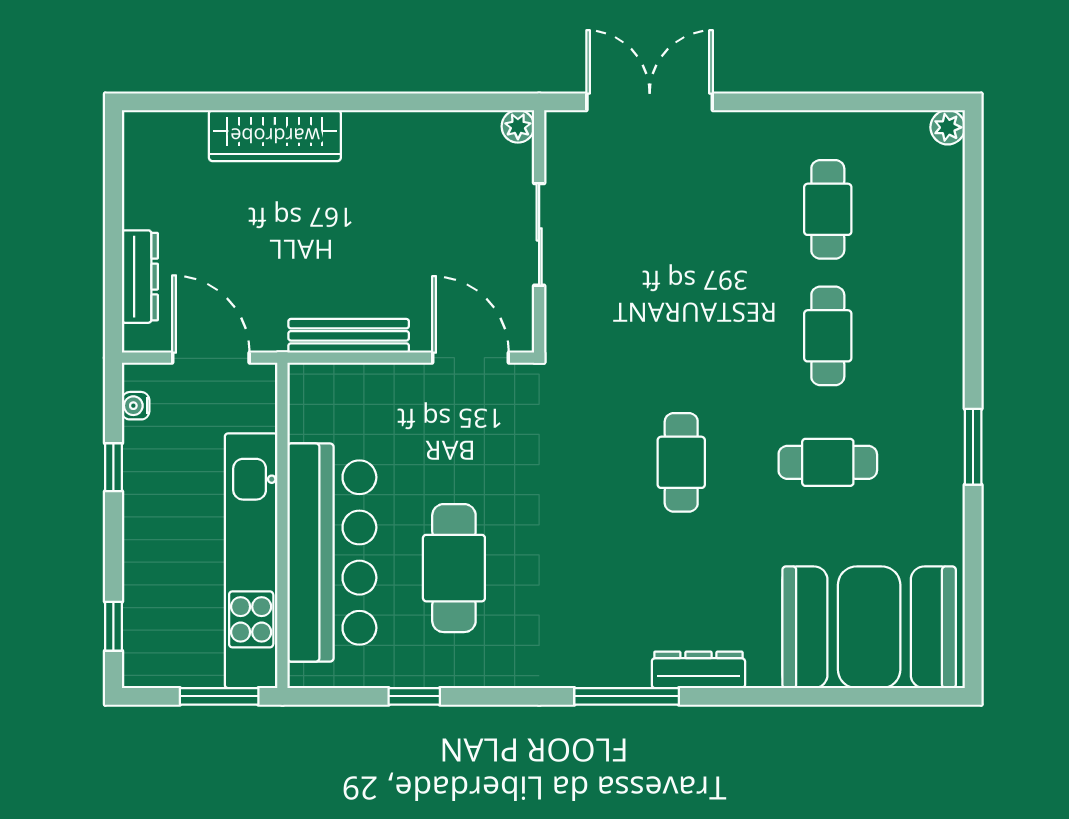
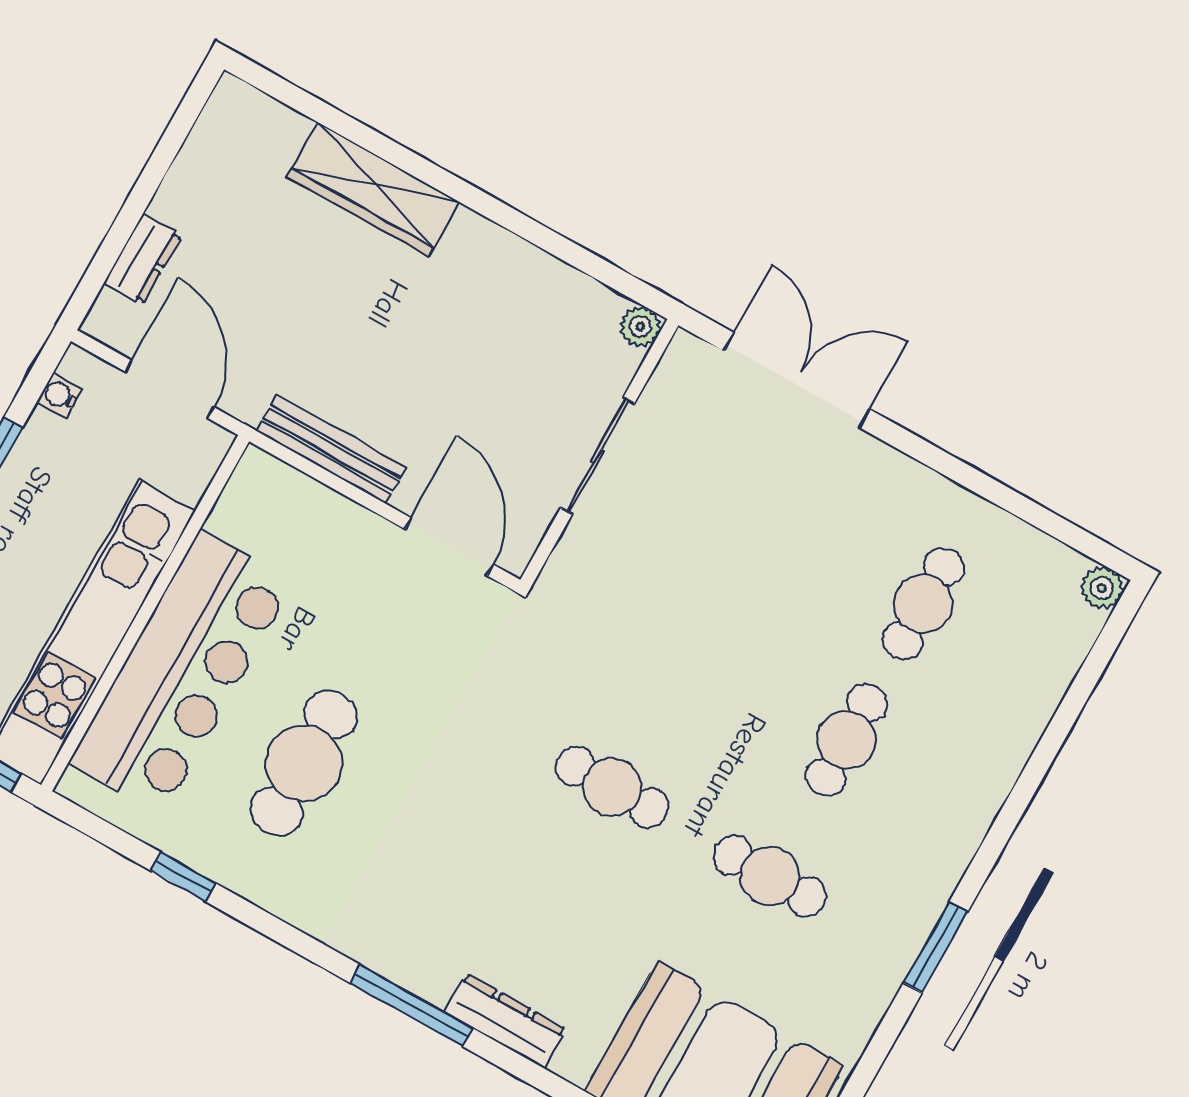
dresser: (140, 277) -> (143, 259), width x0.70
cafe table: (681, 462) -> (612, 787), turned 90

